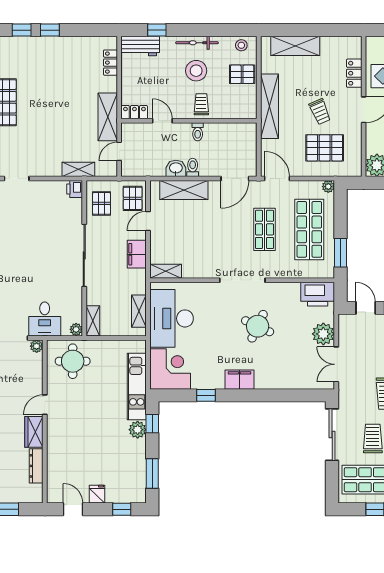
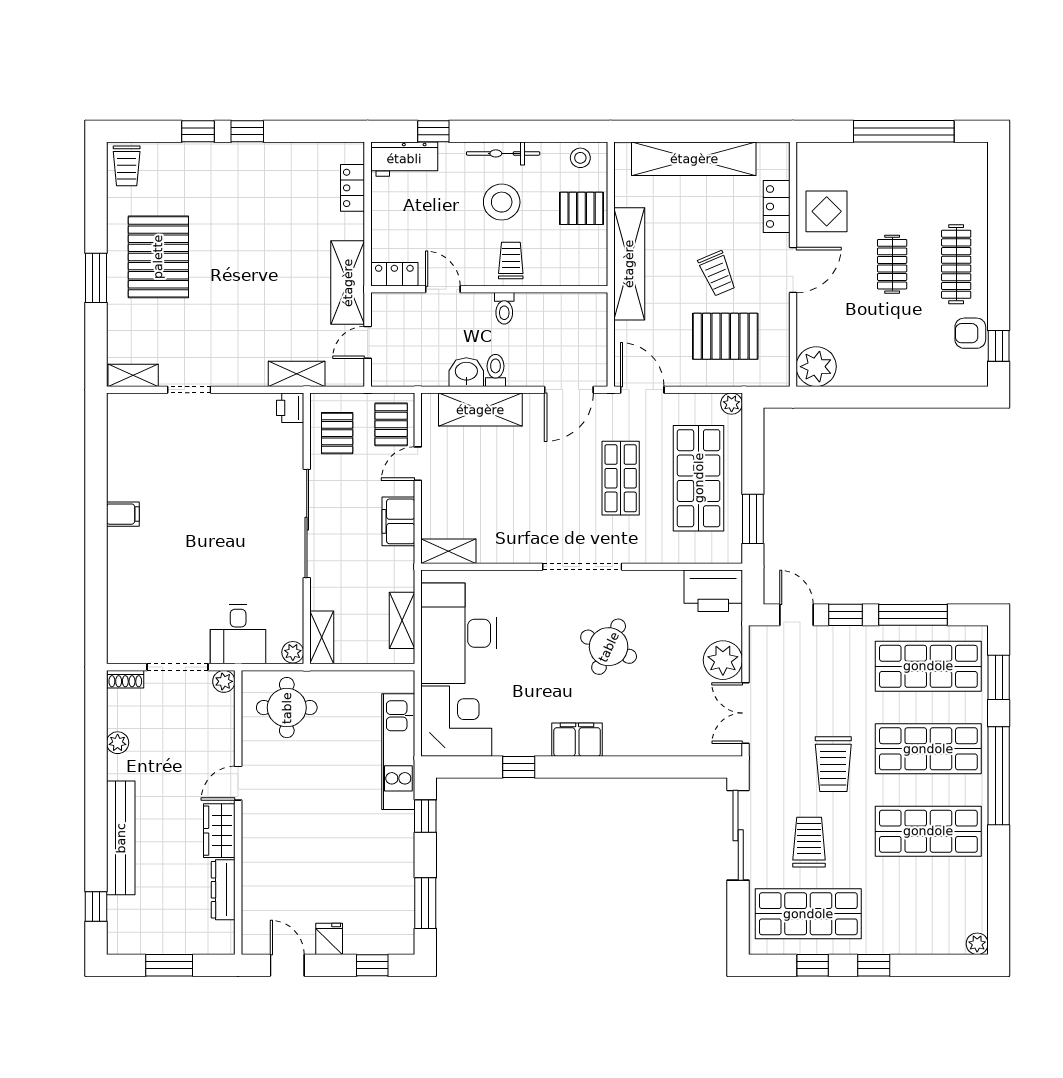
shelving: (295, 46) -> (694, 159), width x1.47
plant: (138, 430) -> (400, 827), removed

